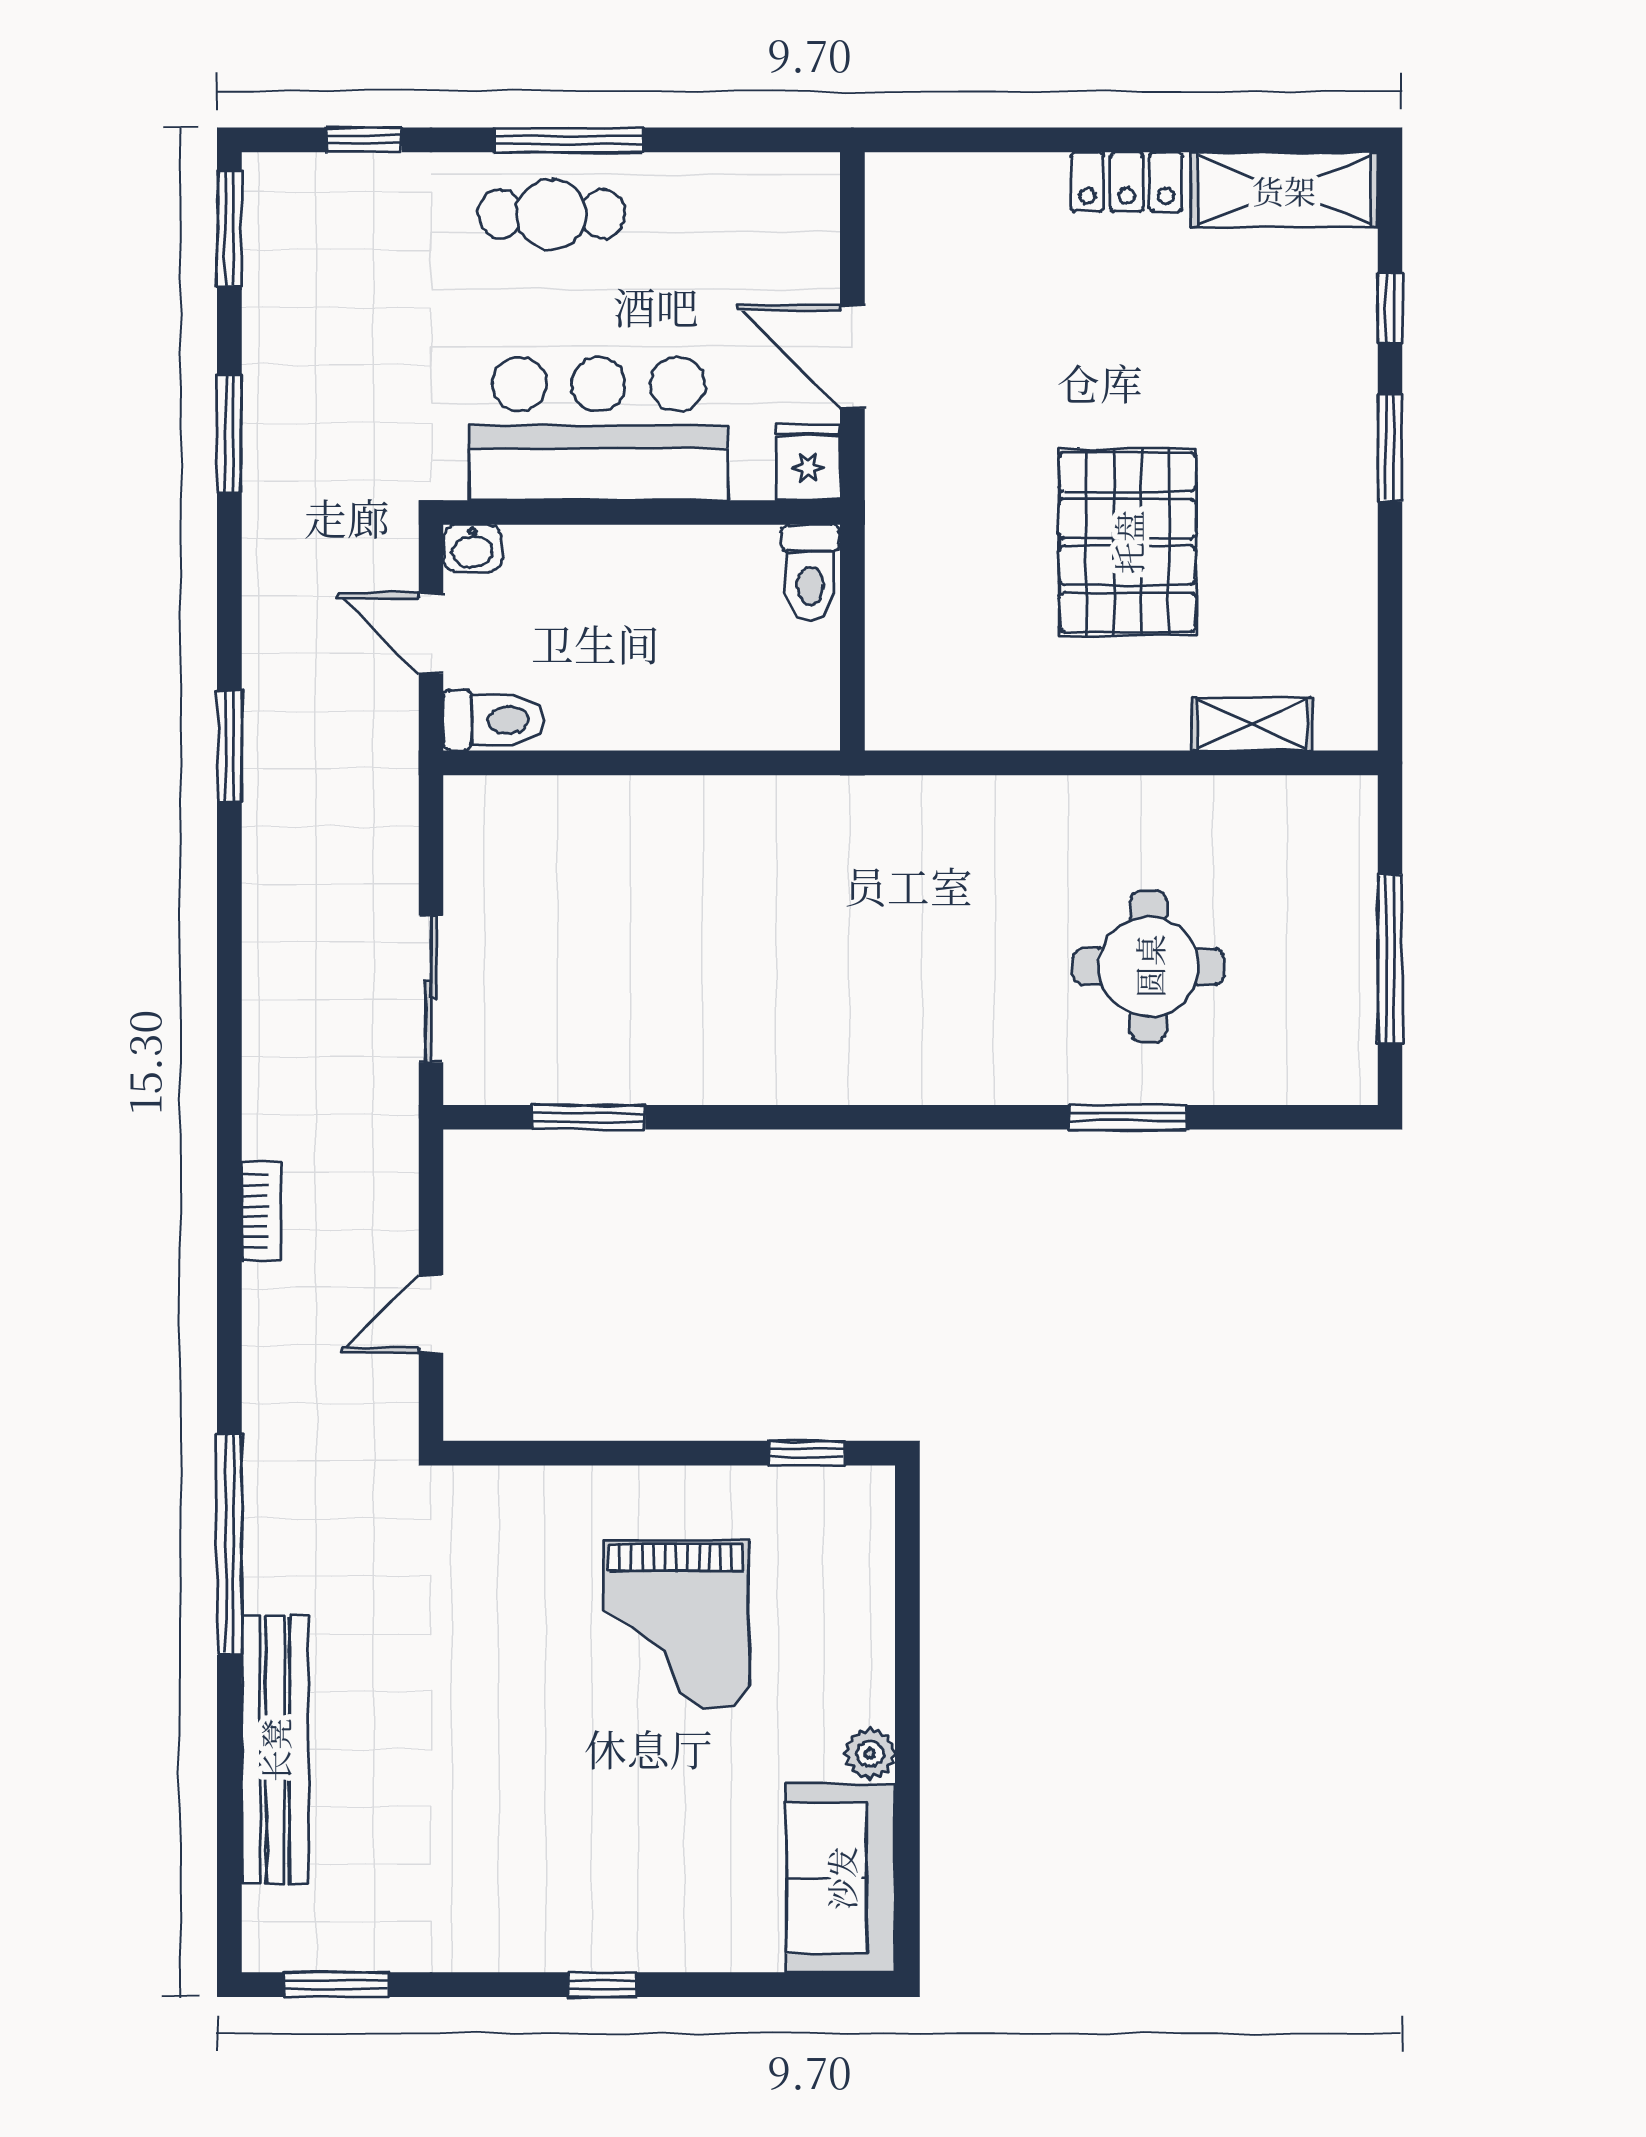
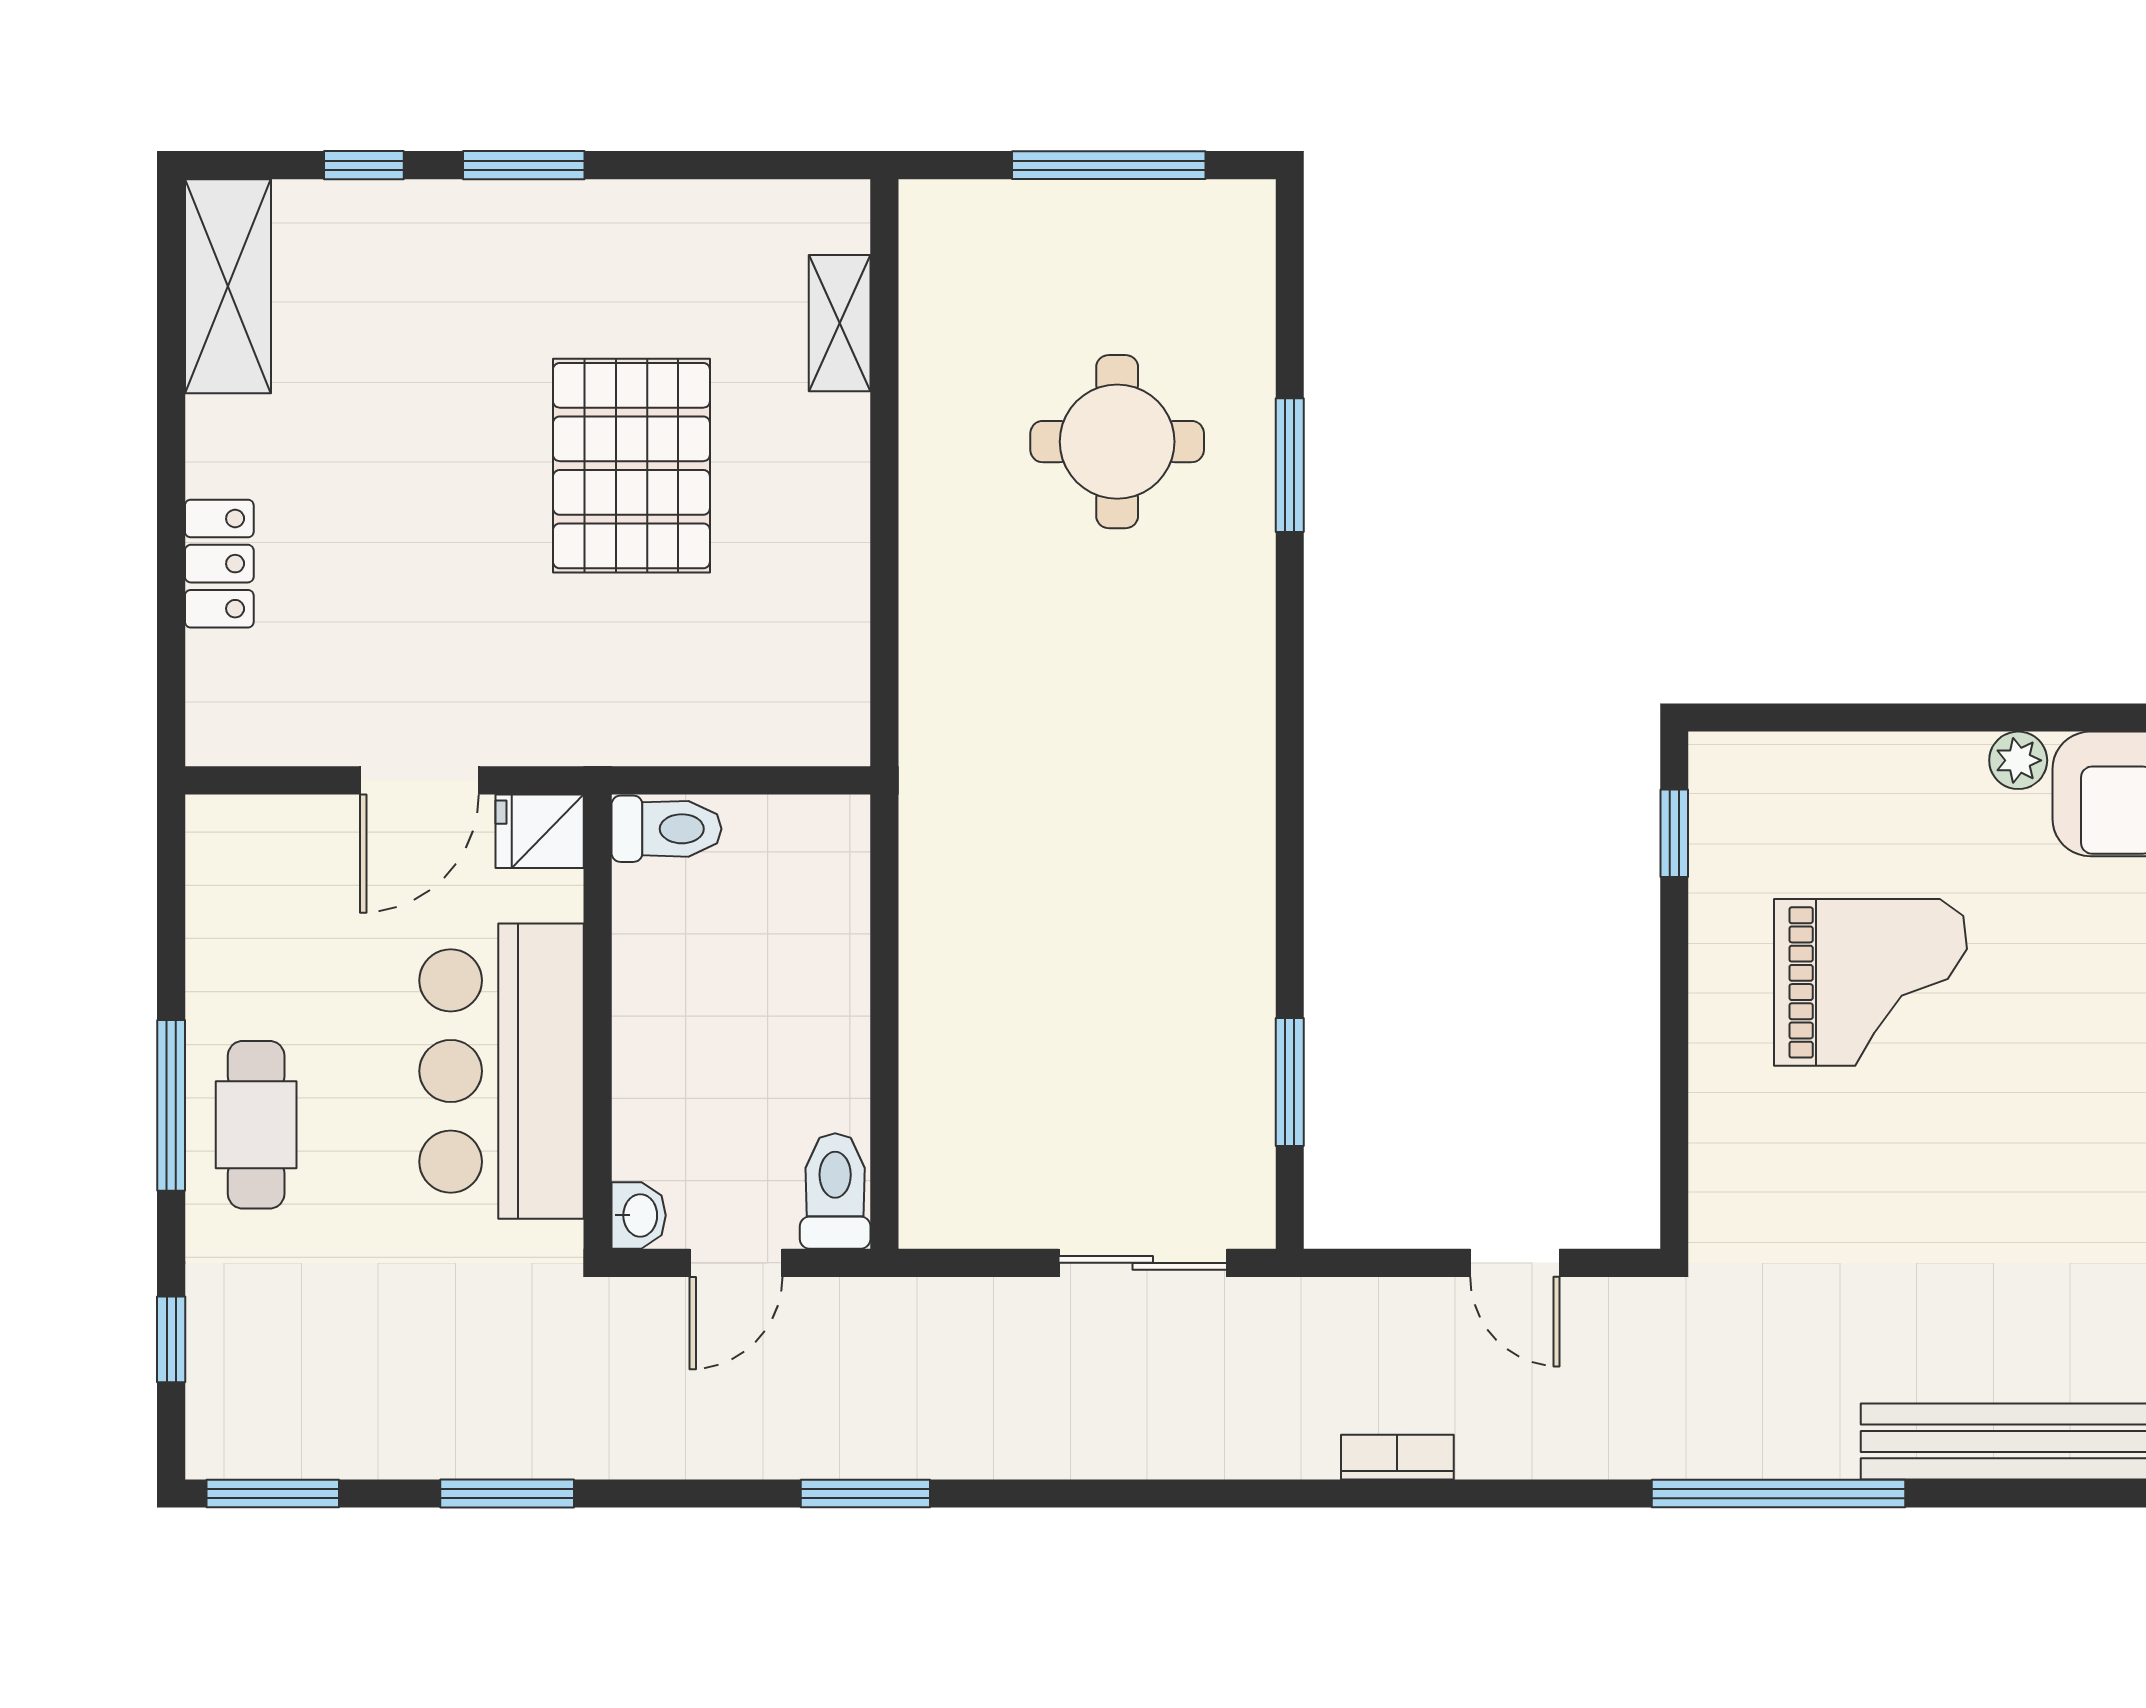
locker: (1127, 182) -> (219, 564), moved
pallet: (1128, 542) -> (631, 466), turned 90

